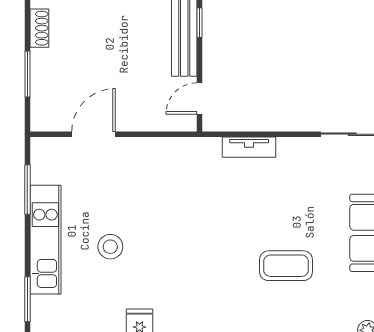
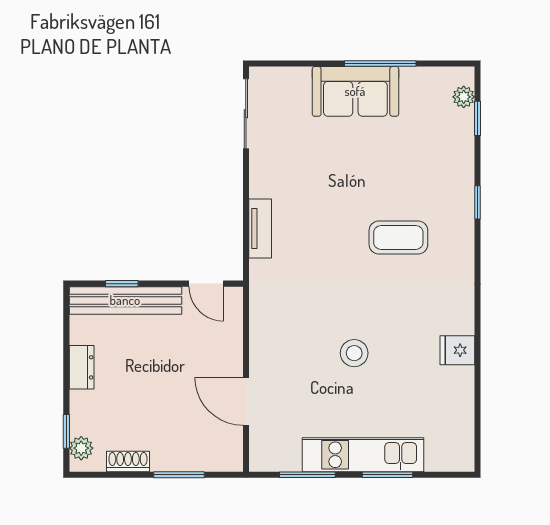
stool: (110, 247) -> (354, 353), moved
coffee table: (286, 266) -> (398, 237), moved, turned 90
window: (27, 299) -> (387, 475), moved

